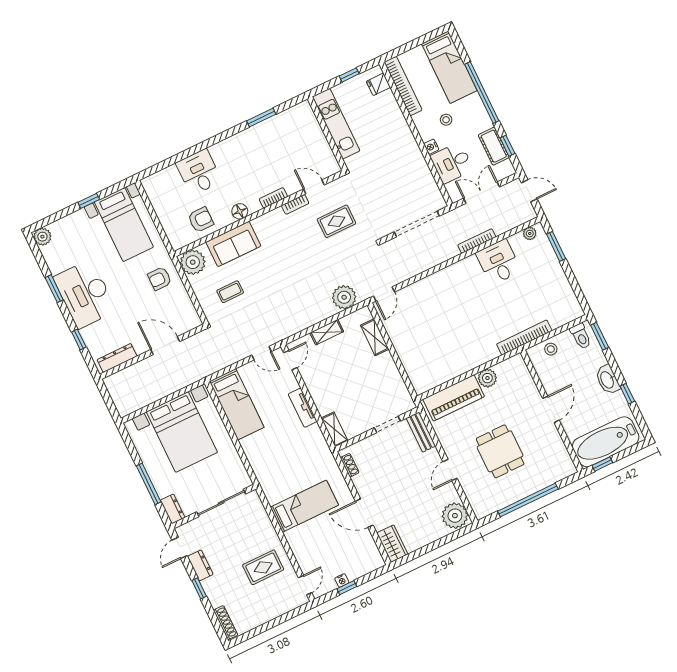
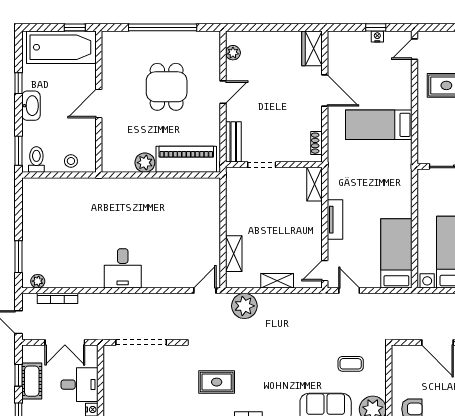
bookcase: (477, 241) -> (57, 298), moved
desk: (498, 262) -> (123, 268), moved
bookcase: (524, 338) -> (91, 184), removed
plant: (455, 516) -> (233, 53), width x0.53, depth x0.53

